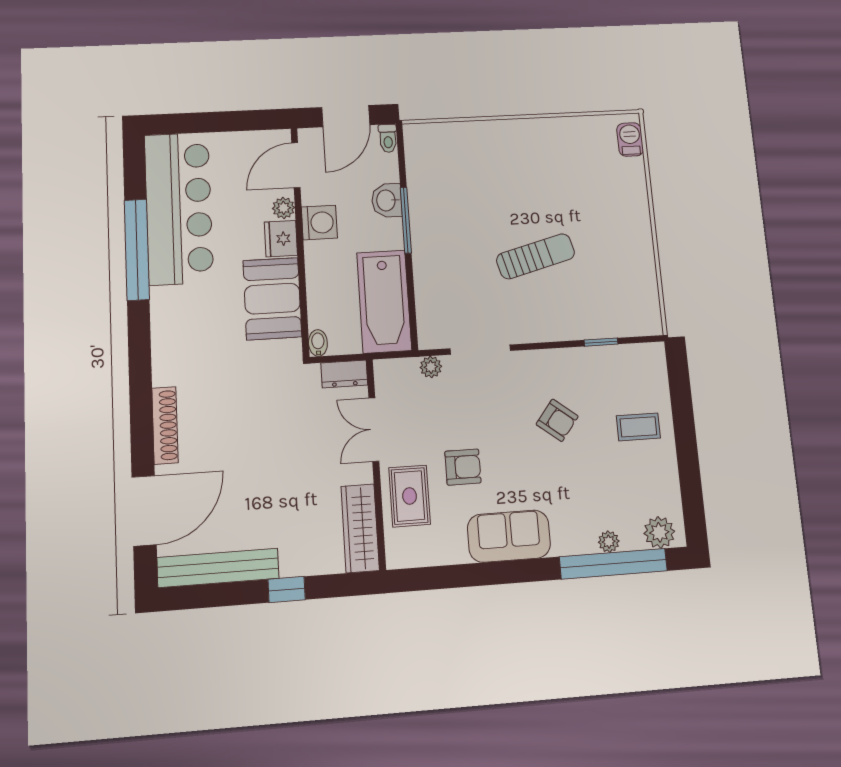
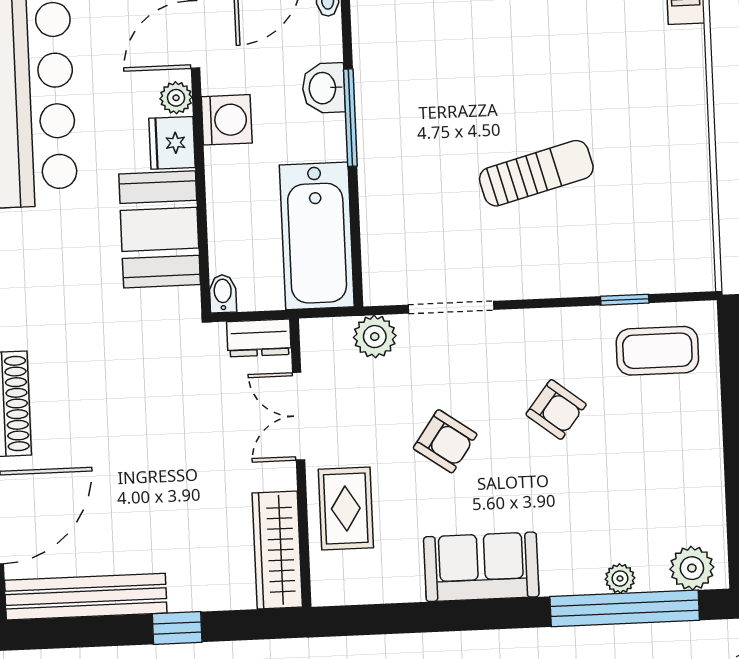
plant: (431, 367) -> (375, 337), width x1.38, depth x1.38
coffee table: (638, 427) -> (657, 351), moved, width x1.36, depth x1.30
armchair: (463, 467) -> (445, 441), moved, turned 35

